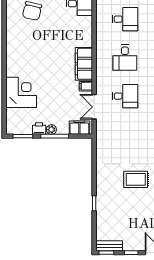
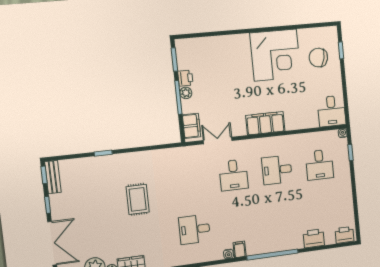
filing cabinet: (86, 86) -> (240, 128), removed
corner desk: (21, 92) -> (275, 55), moved, width x1.36, depth x1.36

